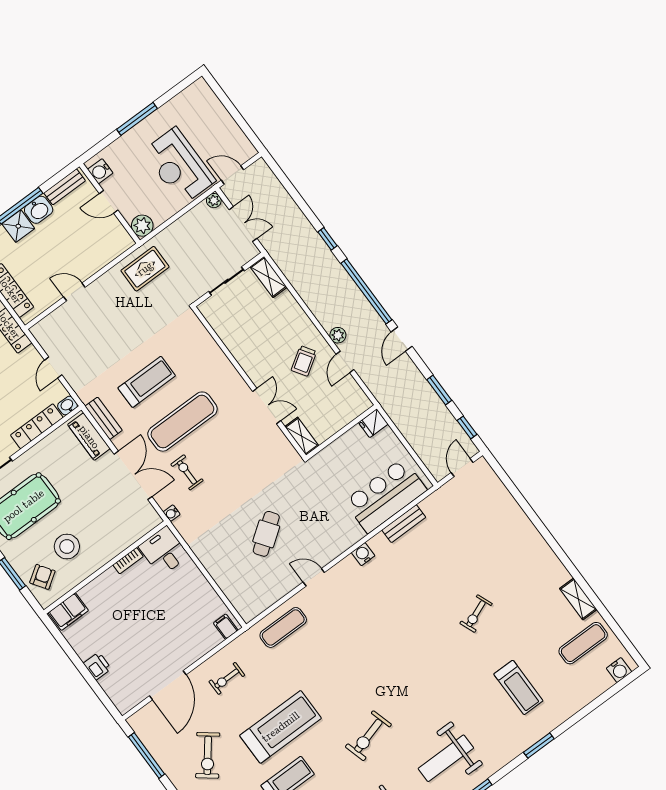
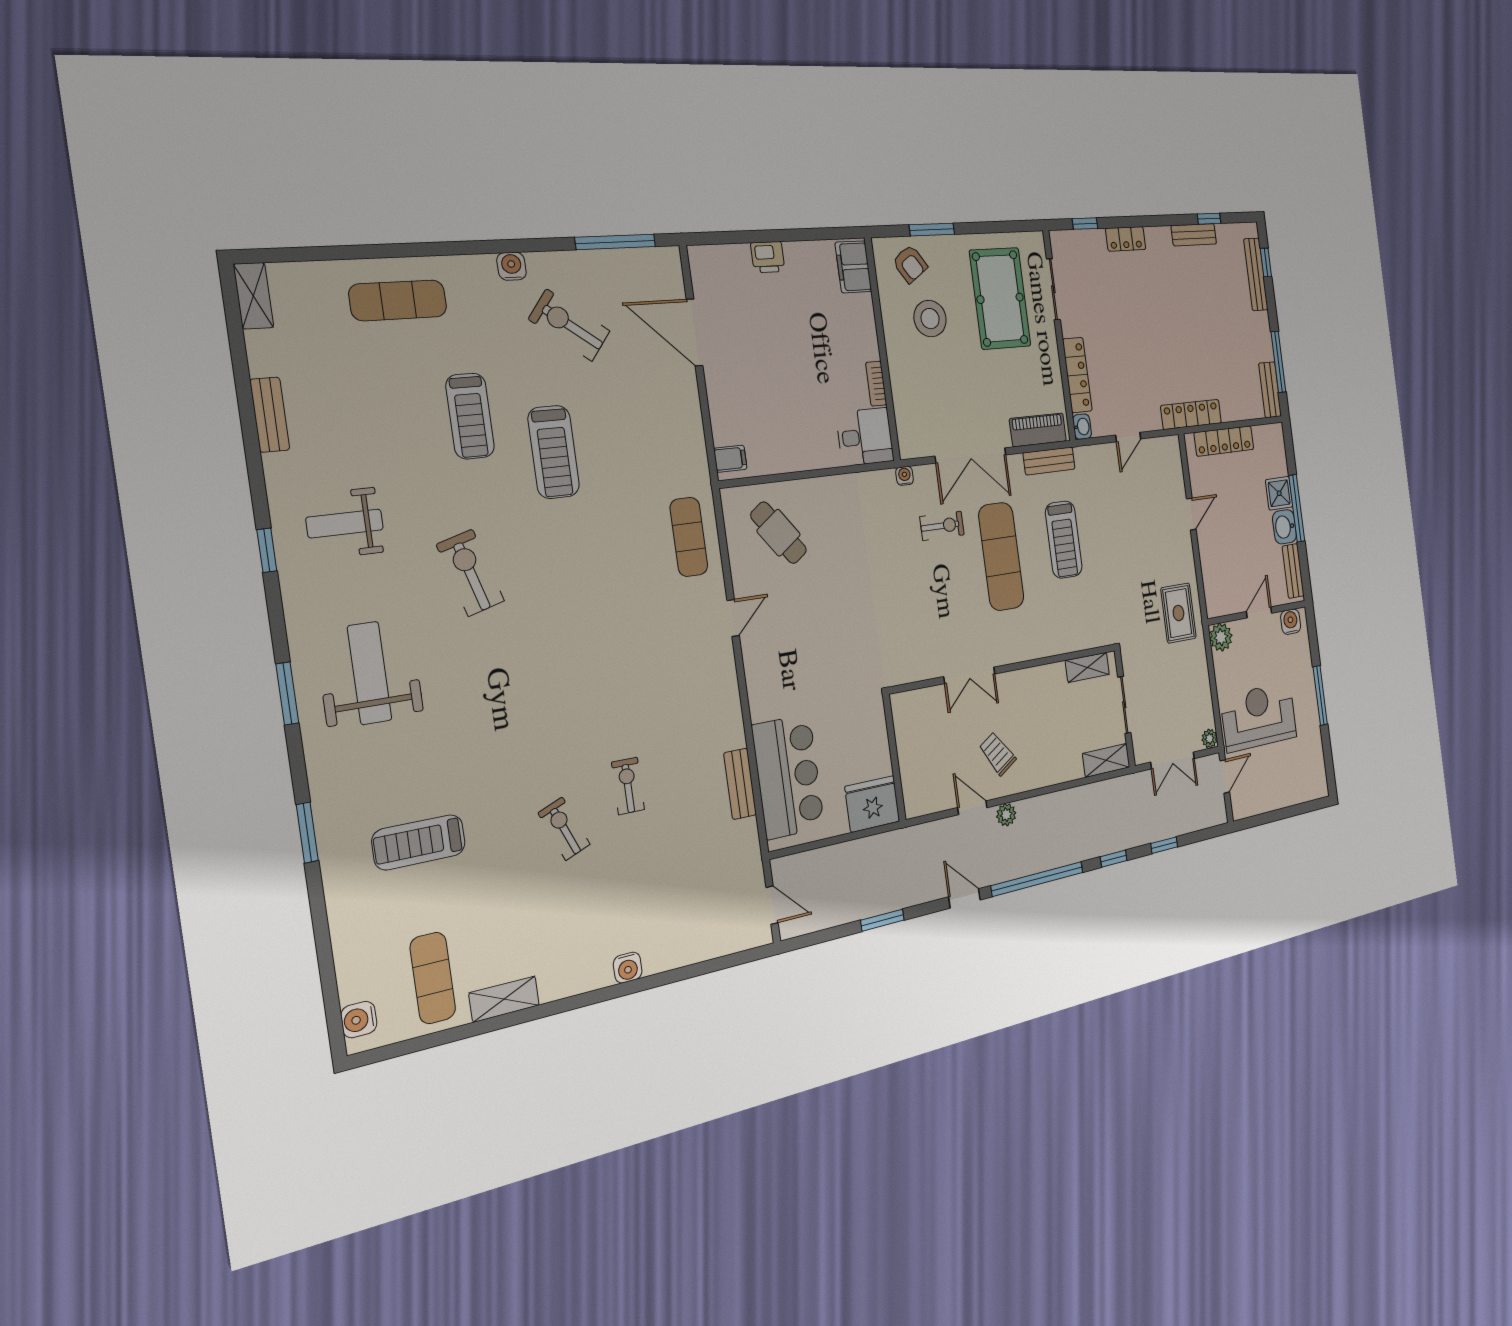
door: (53, 368) -> (1128, 437), swing flipped
fridge: (373, 423) -> (872, 804), width x1.88, depth x1.34
window: (467, 427) -> (1164, 845), moved
shelving: (302, 436) -> (1087, 667), moved
cafe table: (266, 534) -> (779, 533), moved
water cooler: (363, 554) -> (628, 968), moved, turned 90
exercise bike: (227, 678) -> (628, 786), moved
treadmill: (281, 727) -> (554, 452), width x0.73, depth x0.73

